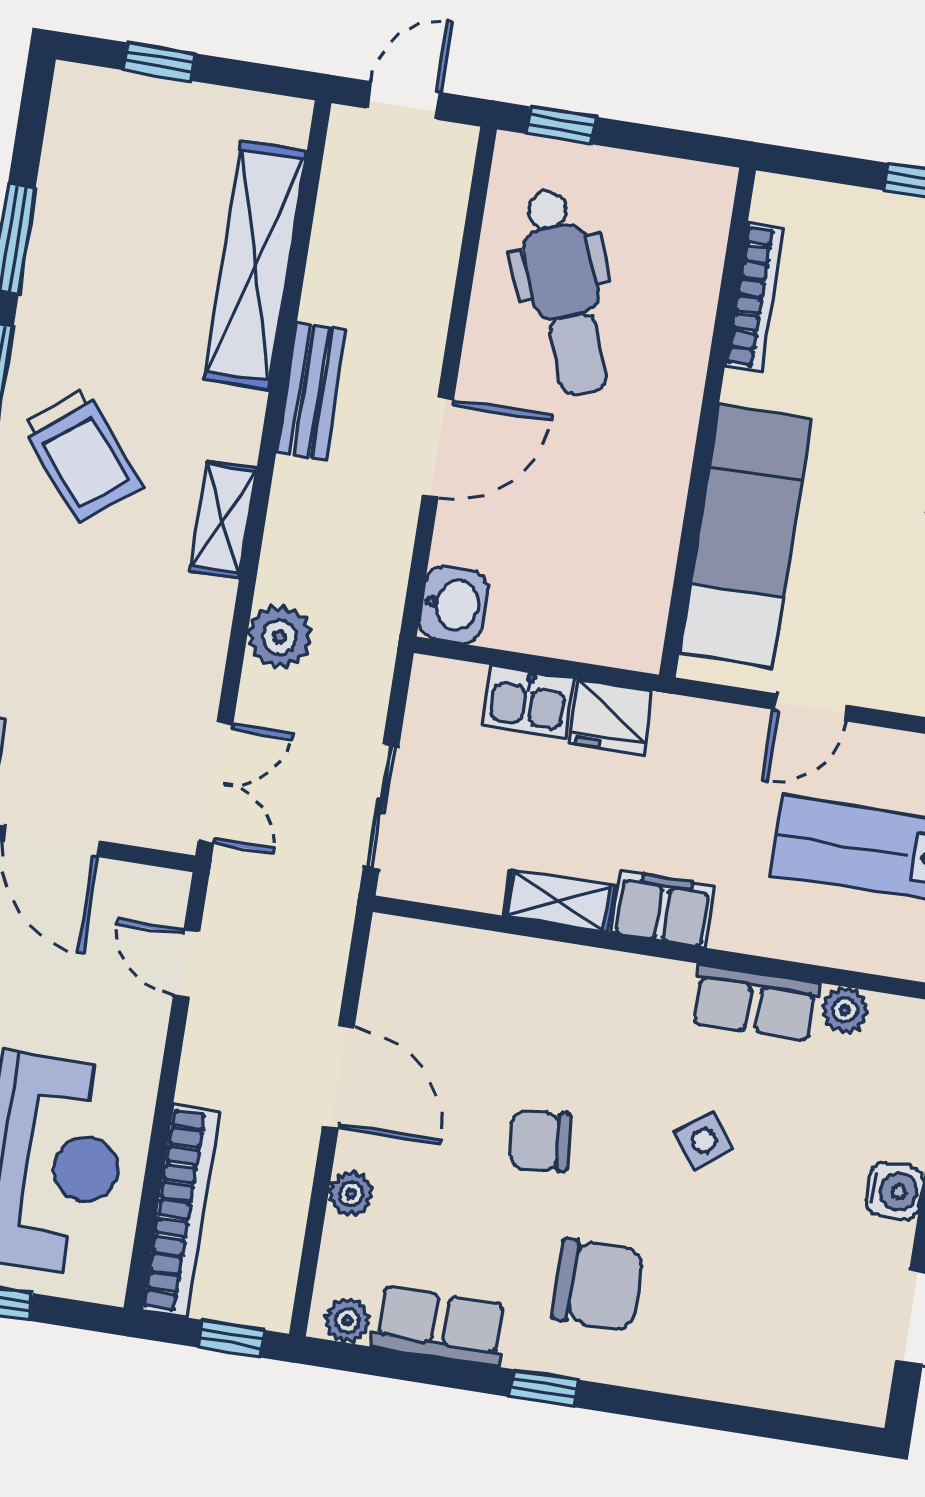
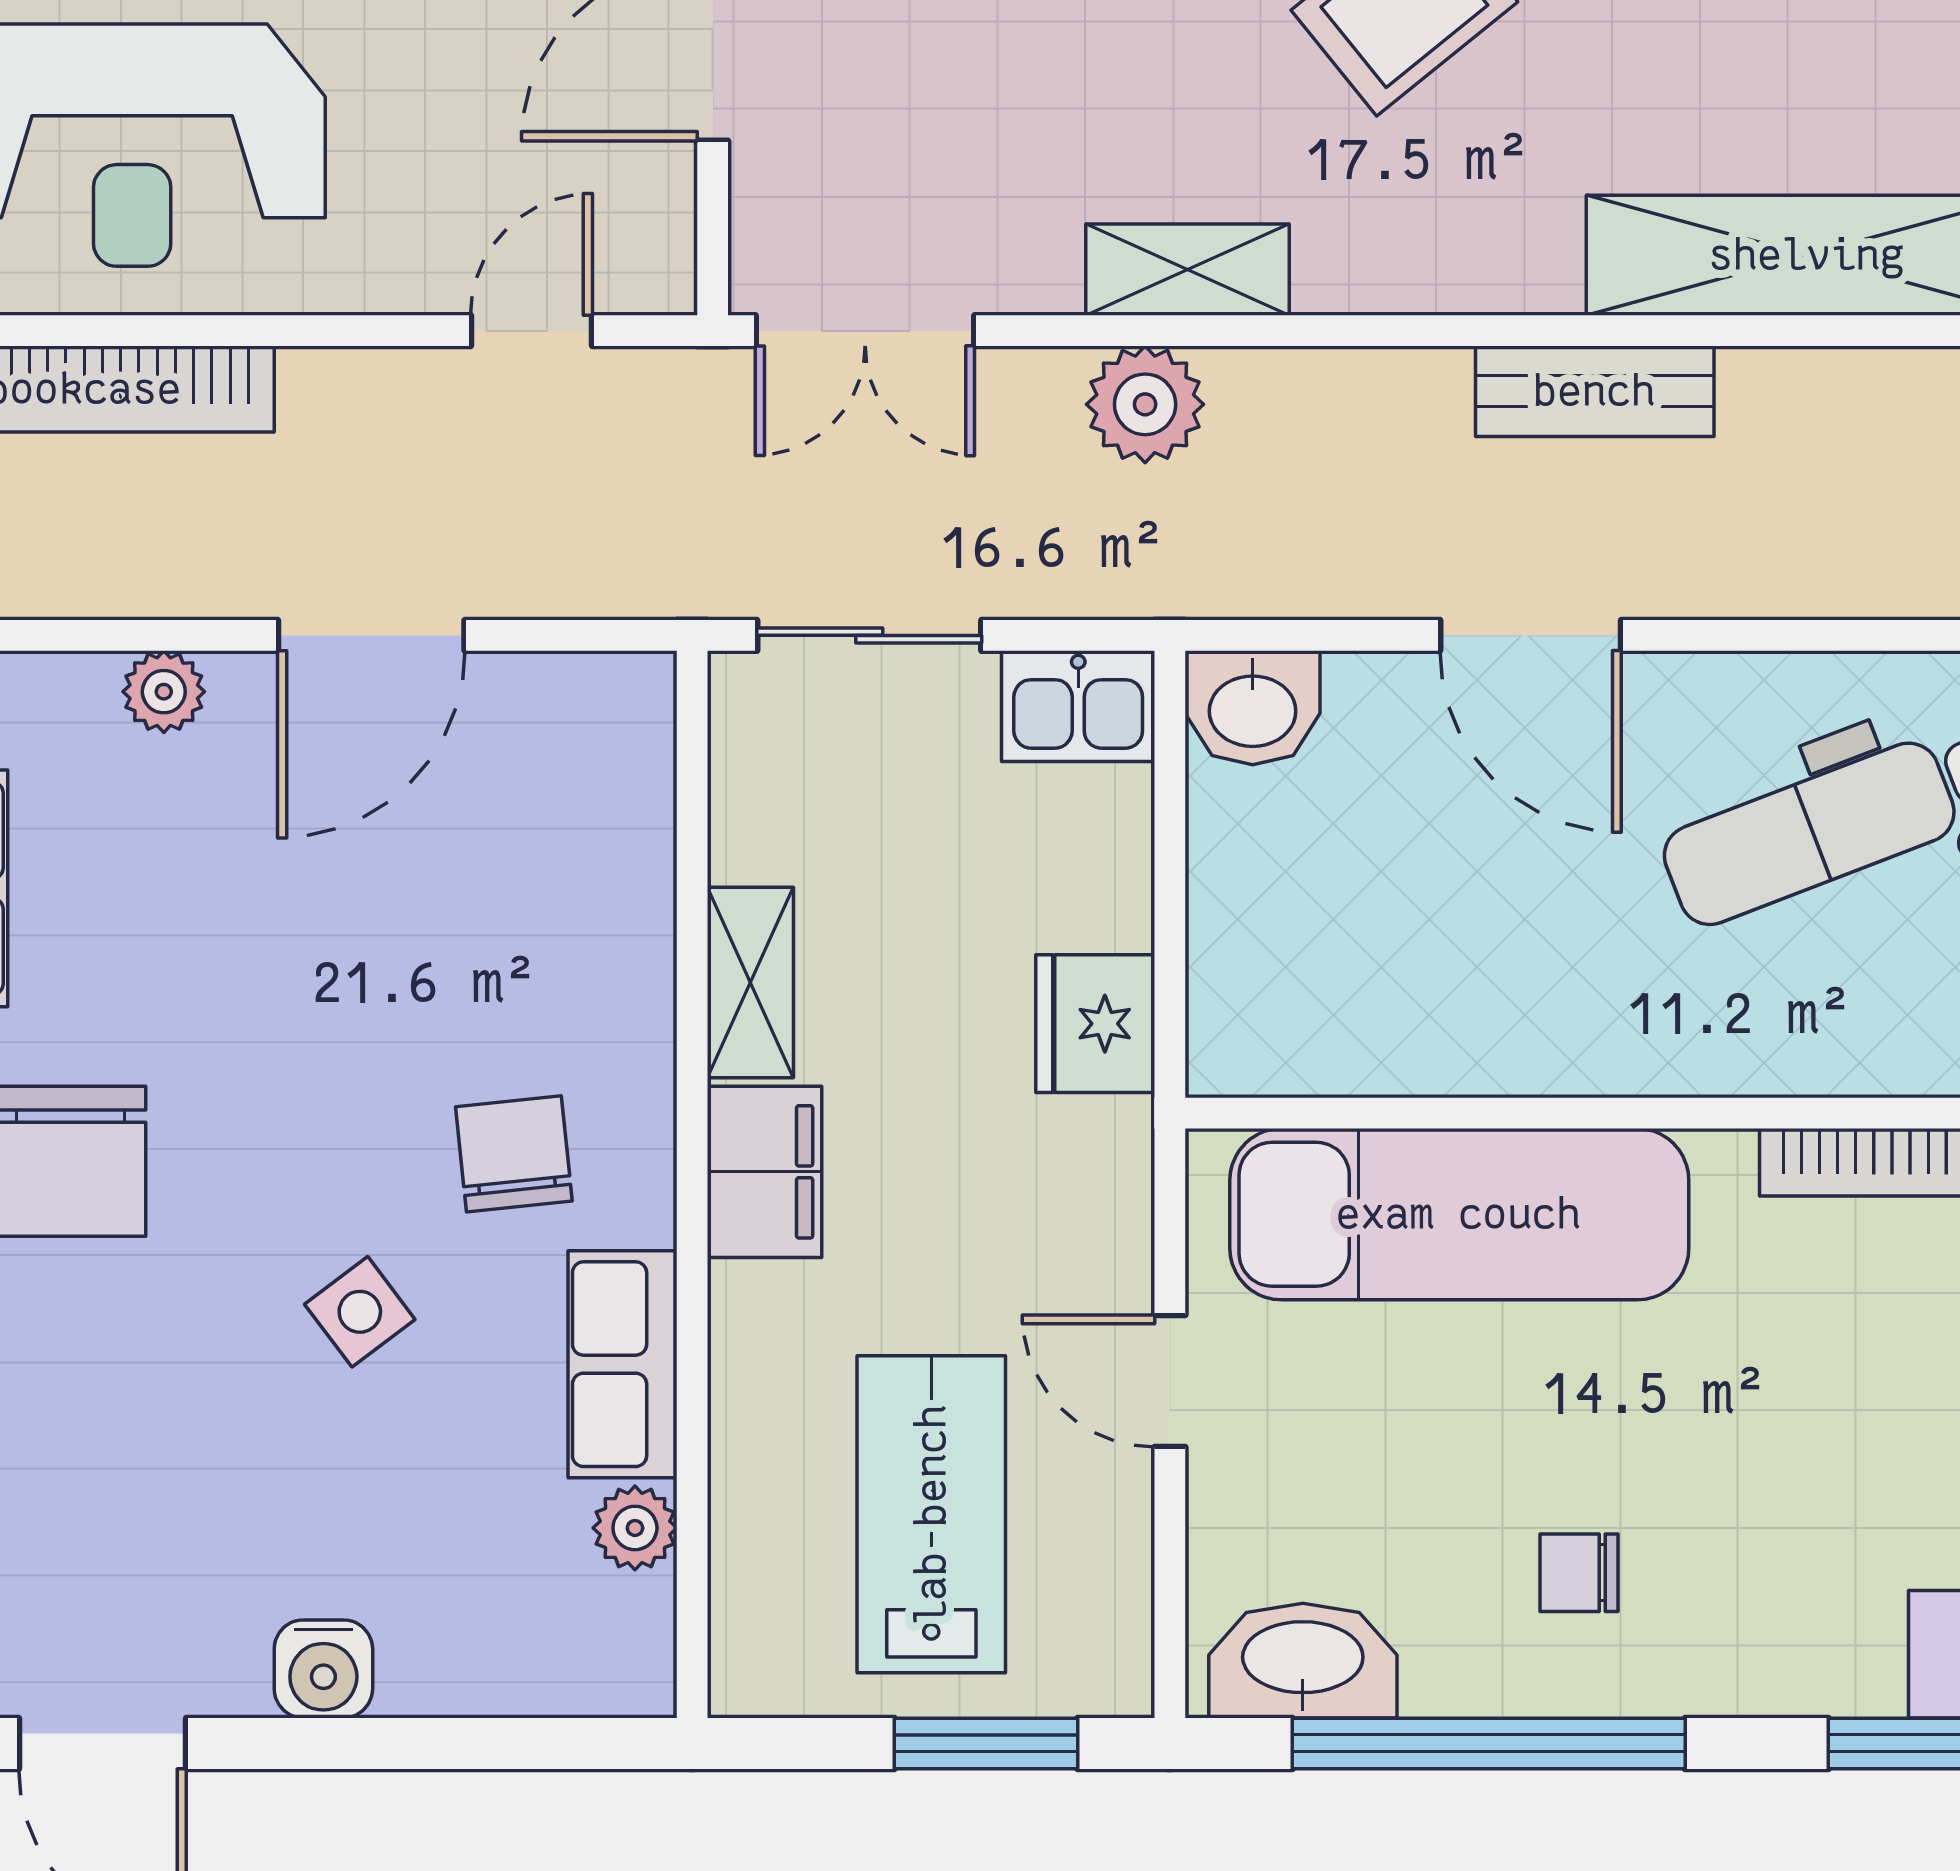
shelving: (223, 519) -> (1187, 270), moved
kitchen sink: (528, 702) -> (1078, 706), moved, turned -90
chair: (540, 1141) -> (514, 1154), moved

